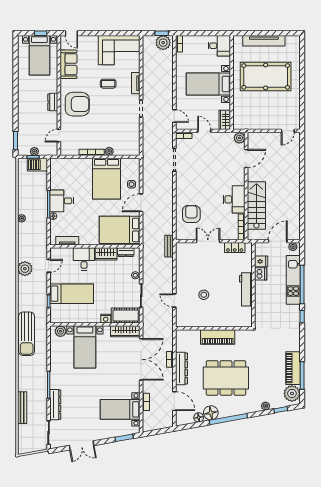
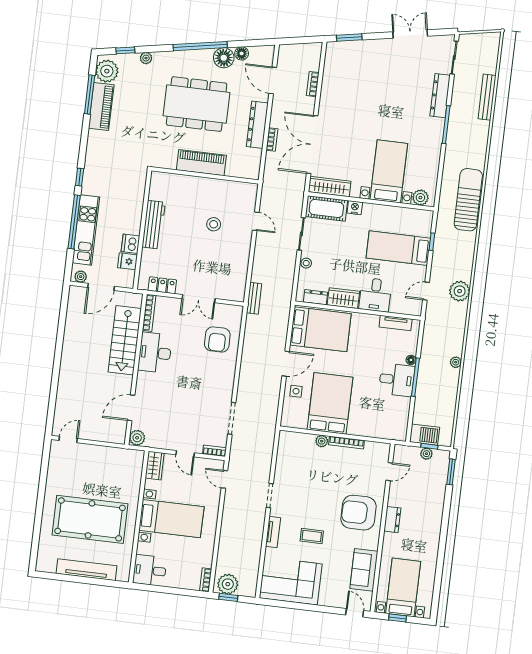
bed with nightstands: (120, 409) -> (350, 78), removed

